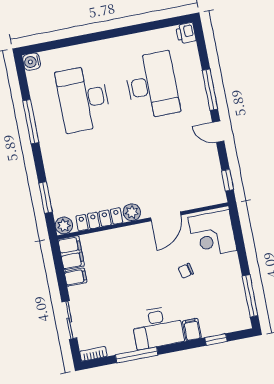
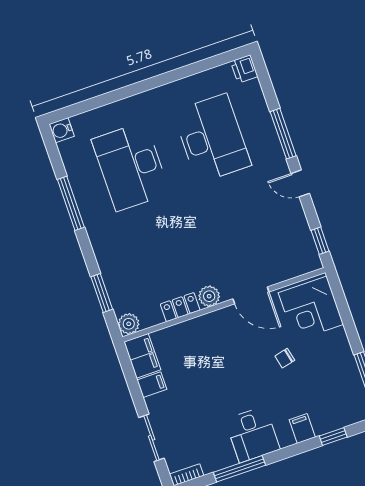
door: (166, 216) -> (251, 295), hinge flipped
locker: (99, 219) -> (180, 307), width x0.66
desk: (158, 327) -> (253, 434), width x0.73

